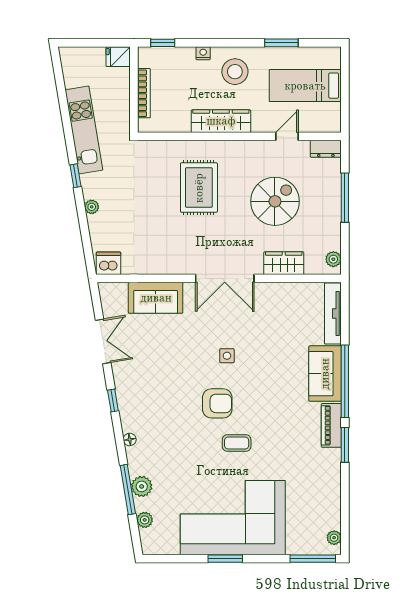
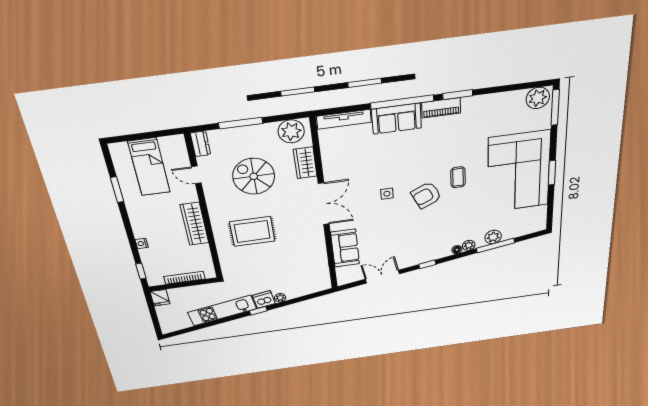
stool: (235, 72) -> (151, 220), removed
plant: (333, 259) -> (291, 131), width x1.88, depth x1.88
dishwasher: (108, 263) -> (264, 300), moved, turned 81
armchair: (217, 403) -> (426, 195), turned -115
plant: (145, 520) -> (469, 245), moved
plant: (334, 538) -> (538, 98), width x1.88, depth x1.88

